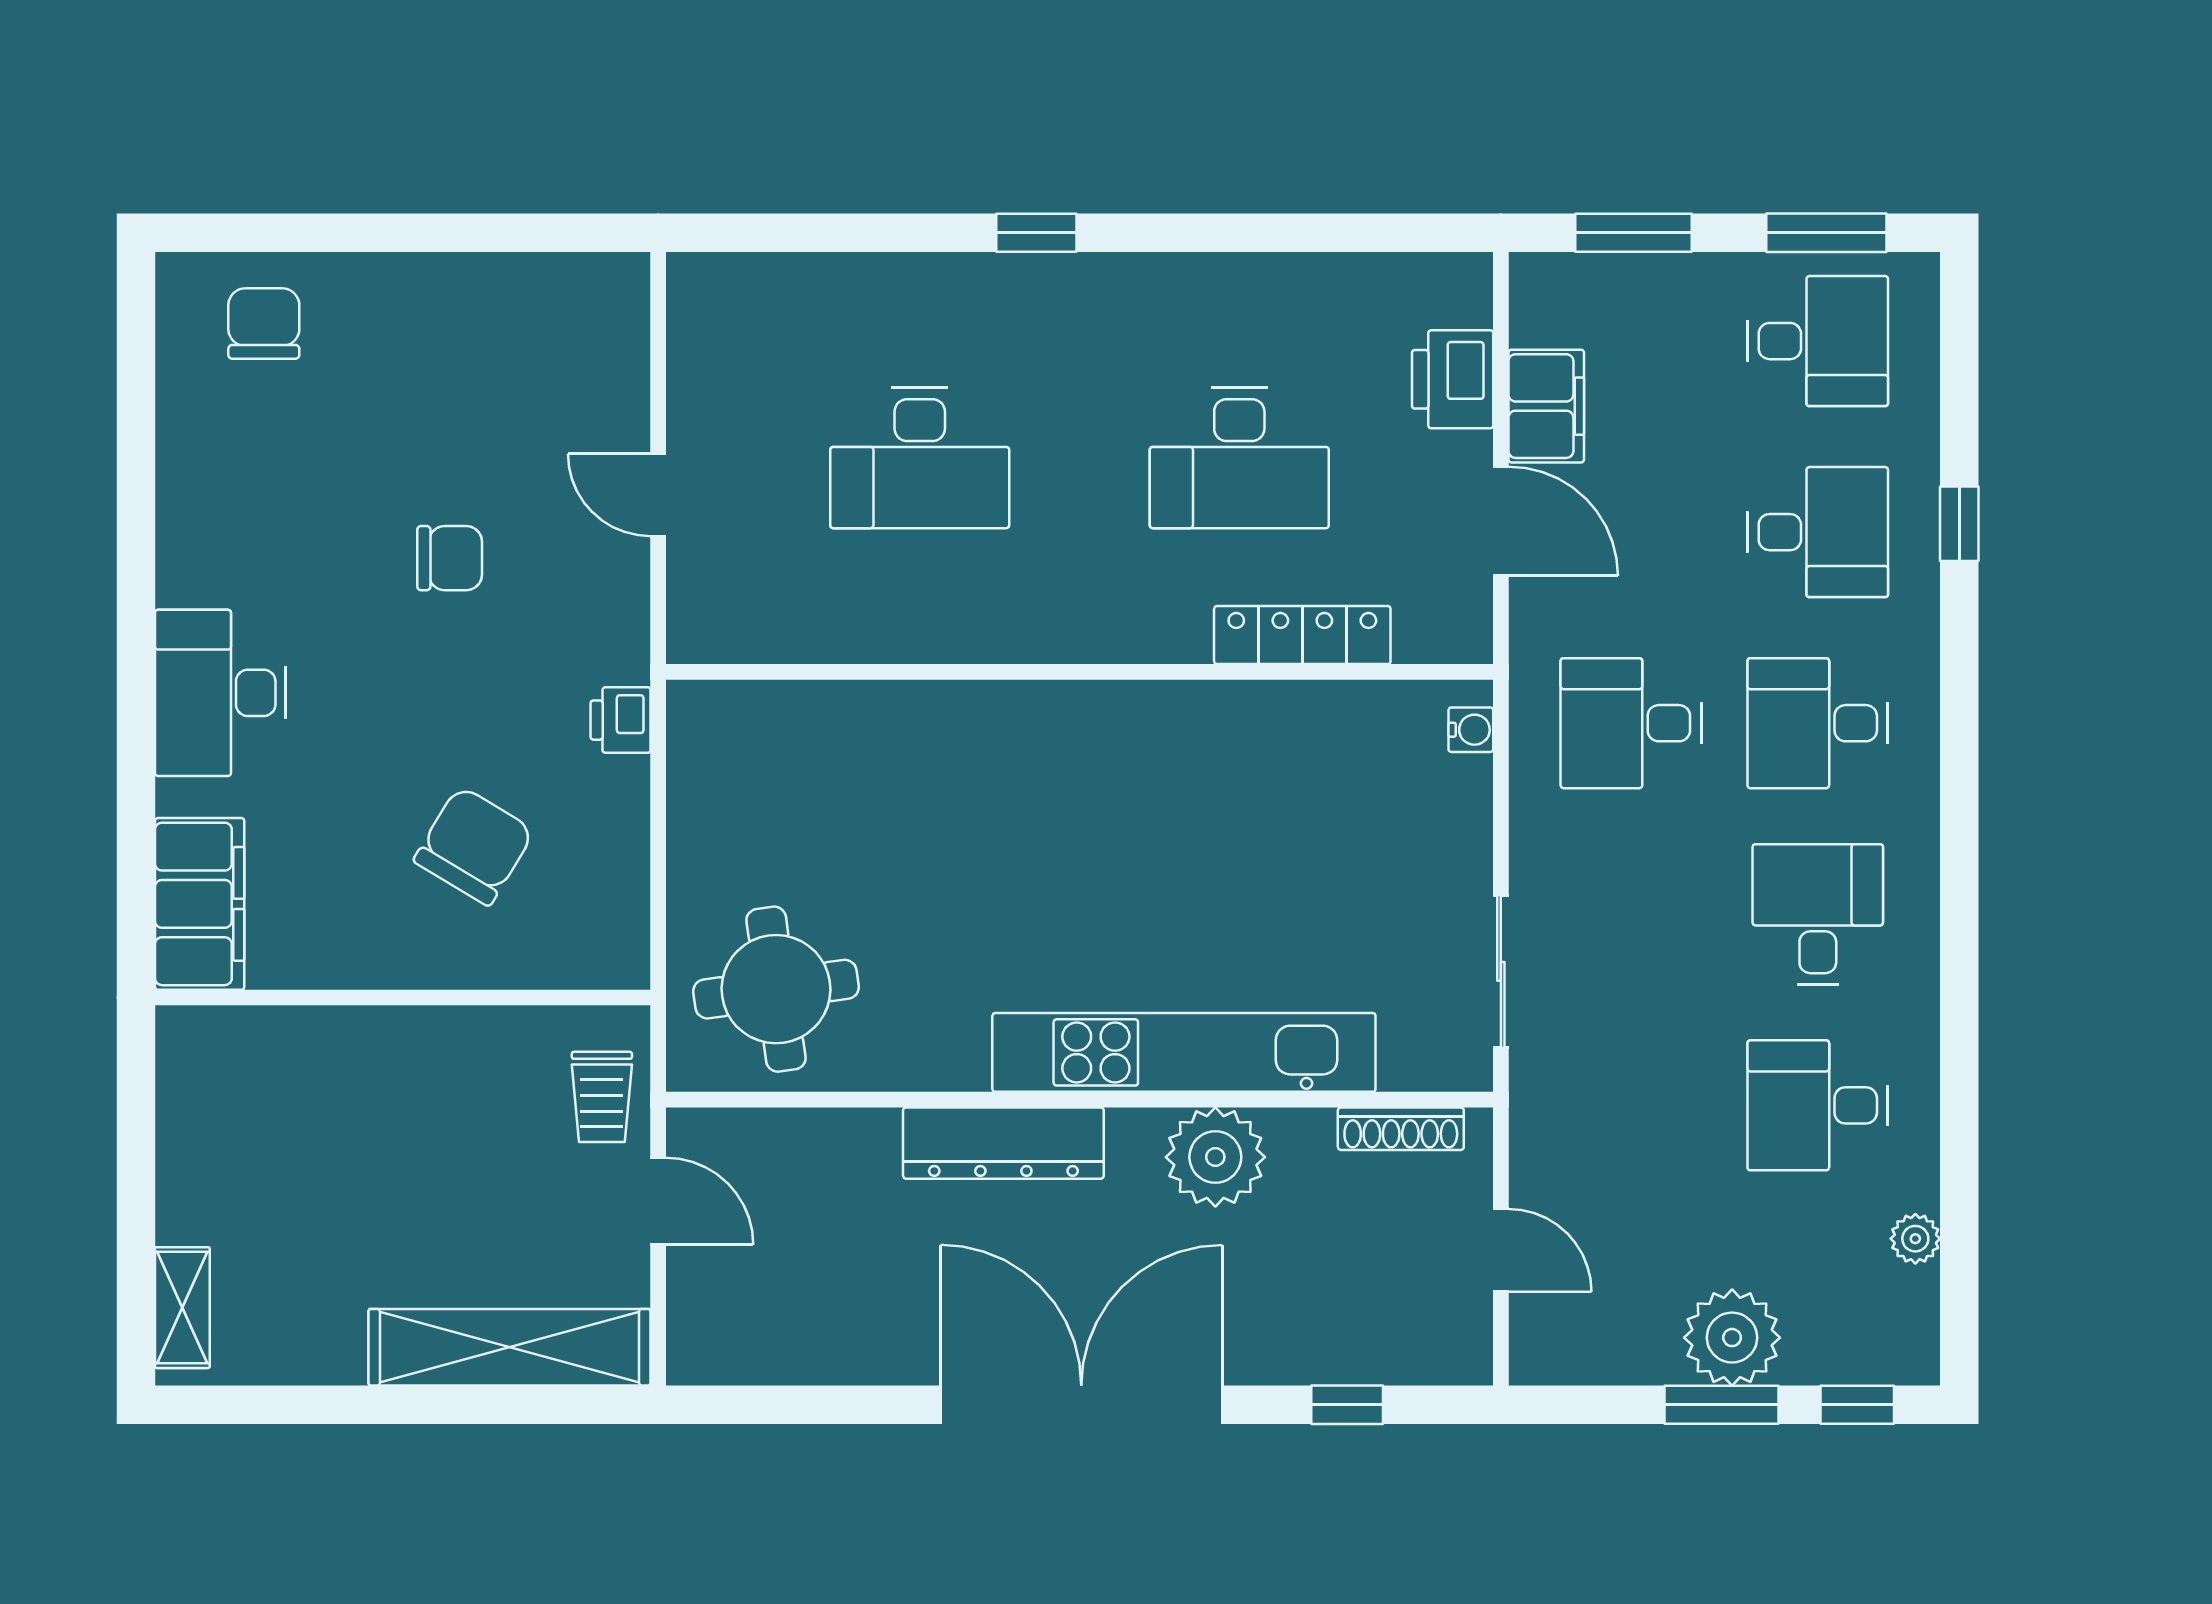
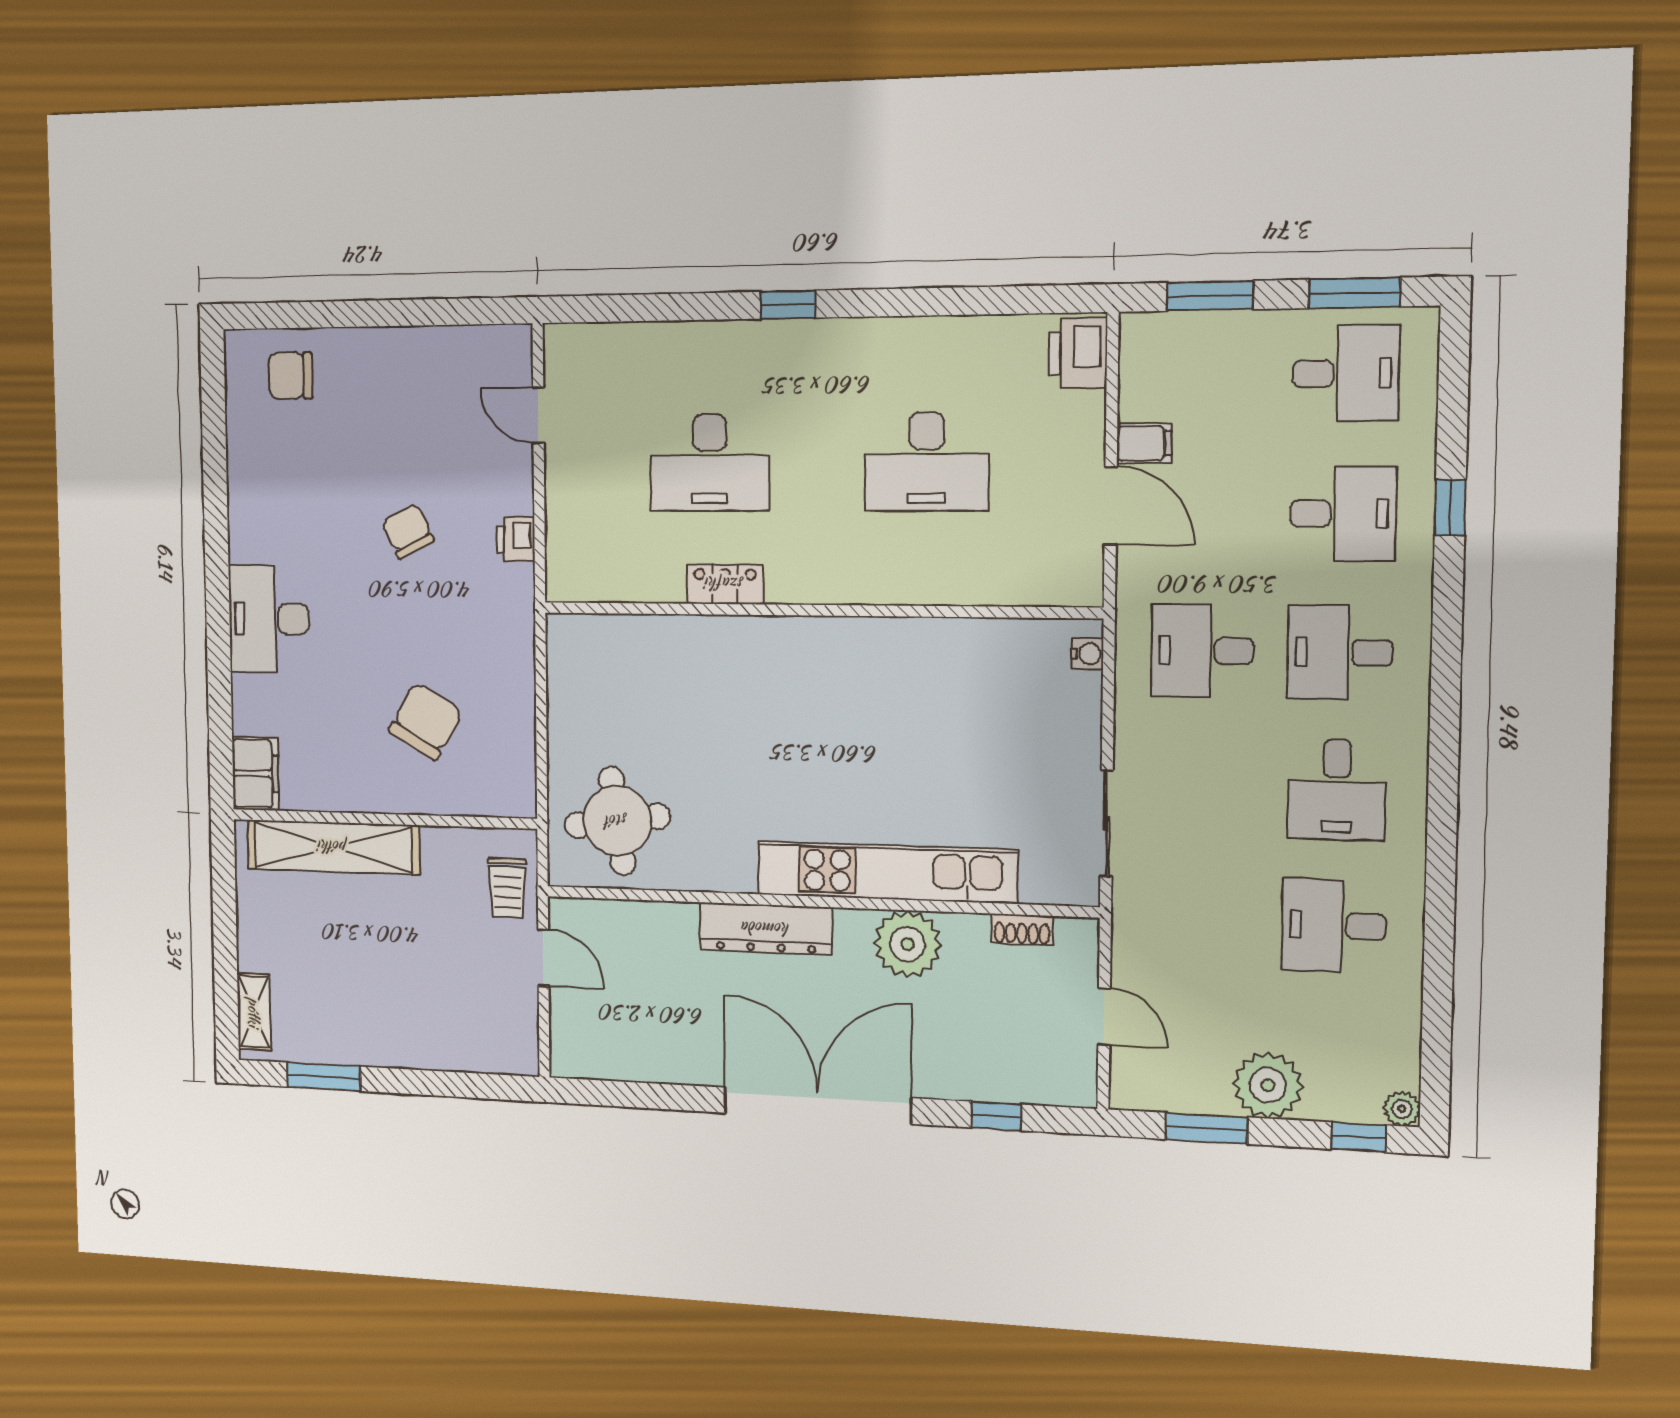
chair: (264, 324) -> (290, 376), turned -90
printer: (1453, 379) -> (1078, 353), moved
filing cabinet: (1546, 406) -> (1144, 443), width x0.50
door: (658, 495) -> (538, 415), moved
chair: (450, 558) -> (408, 531), turned -116
locker: (1302, 635) -> (725, 584), moved, width x0.66
printer: (621, 720) -> (516, 539), moved
filing cabinet: (200, 904) -> (256, 773), width x0.67, depth x0.86
desk: (1818, 914) -> (1337, 790), turned 180
shoe rack: (1401, 1129) -> (1022, 929), width x0.70
plant: (1915, 1239) -> (1402, 1109), moved
shelving: (510, 1347) -> (333, 847), moved
window: (298, 1405) -> (324, 1077), added
window: (1721, 1405) -> (1207, 1128), moved

